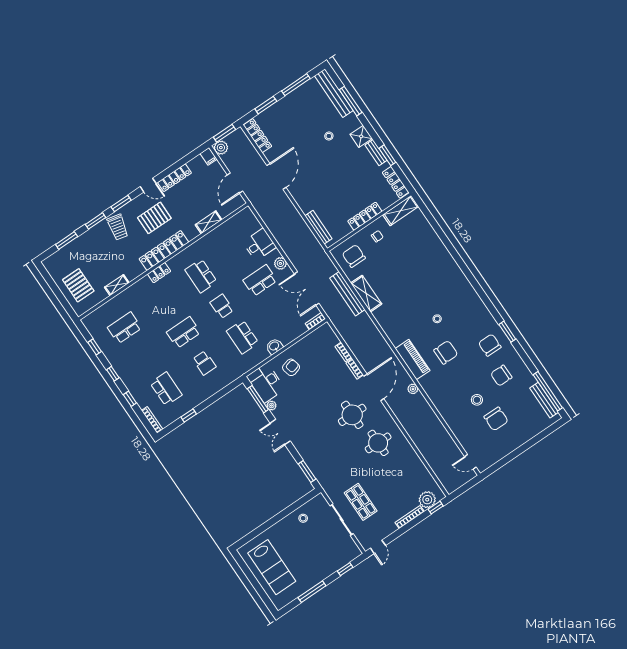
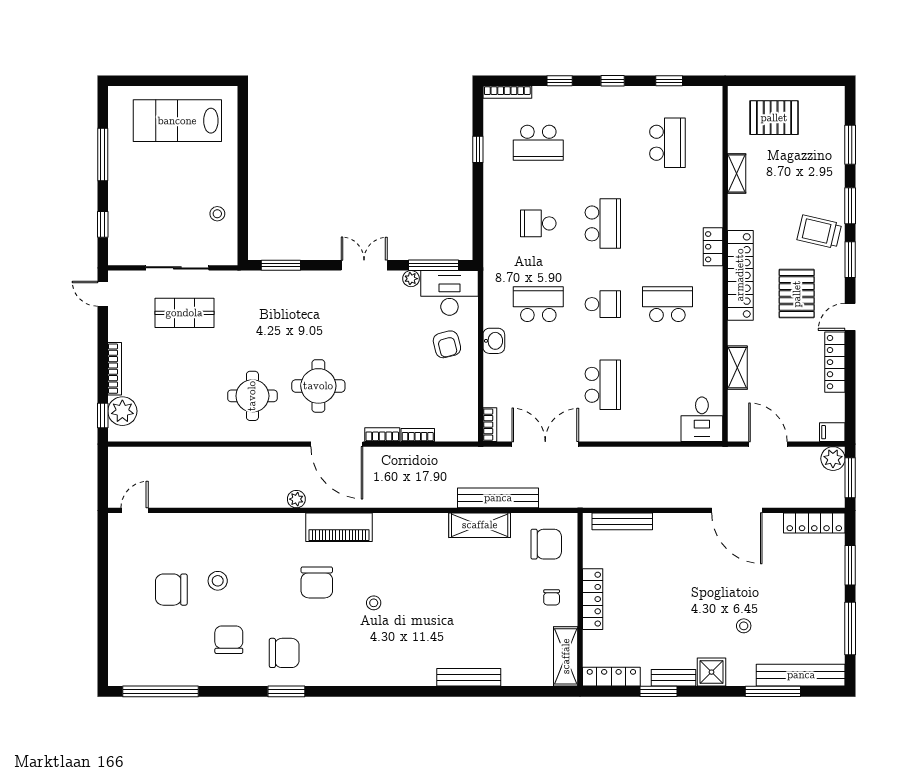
desk: (259, 245) -> (702, 419), moved
plant: (280, 263) -> (607, 431), removed
bench: (544, 400) -> (469, 677), moved

